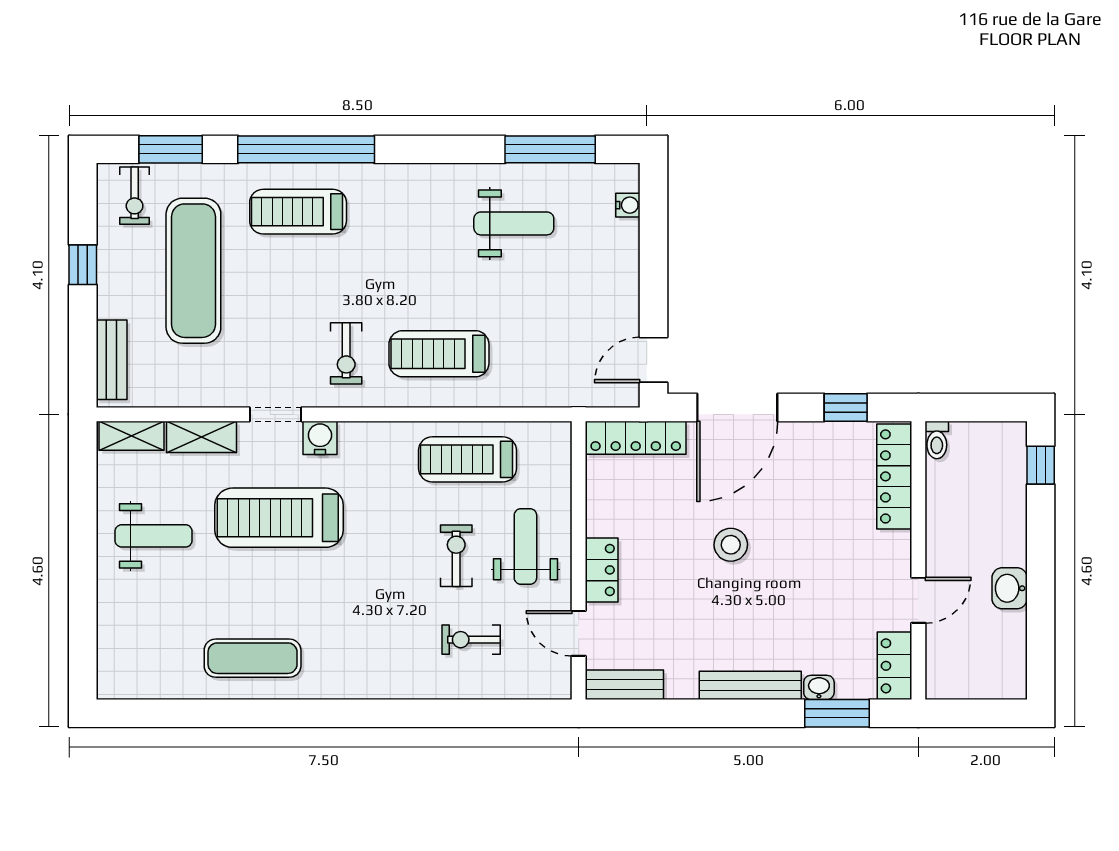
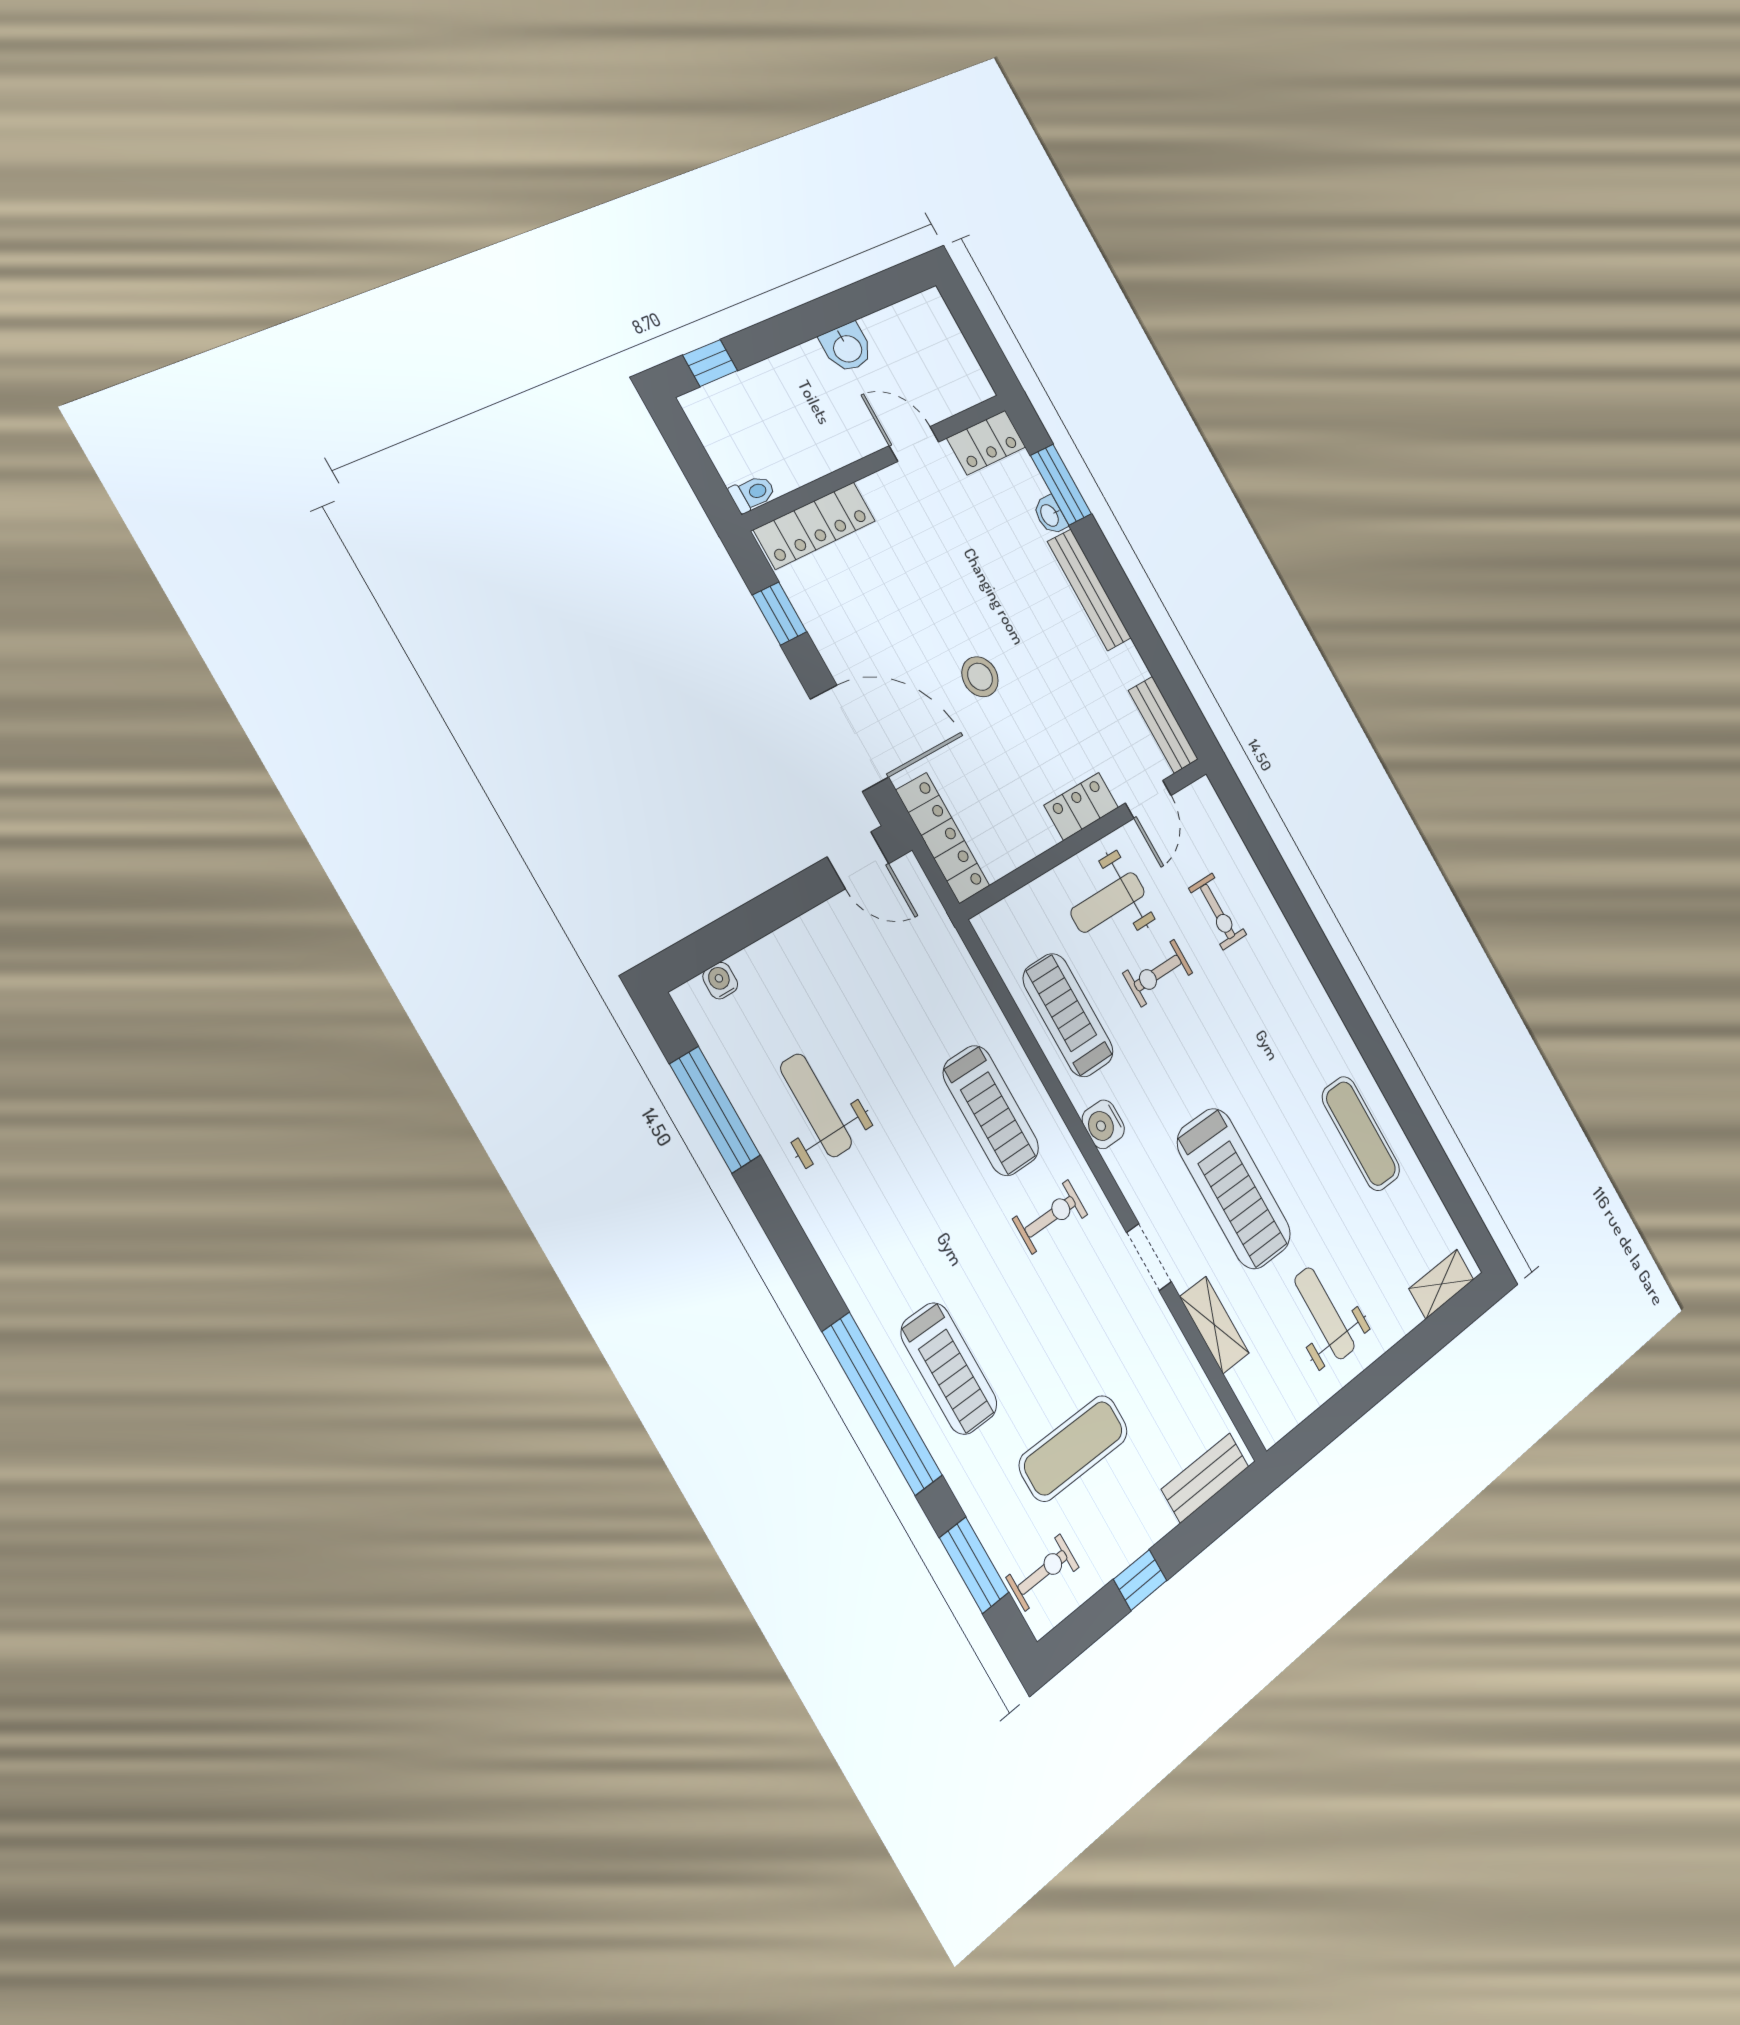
exercise mat: (193, 271) -> (1074, 1448), width x0.73, depth x0.69
shelving: (131, 436) -> (1441, 1284), moved, turned 90
water cooler: (320, 438) -> (1103, 1124), moved
treadmill: (467, 459) -> (1068, 1015), turned 180

